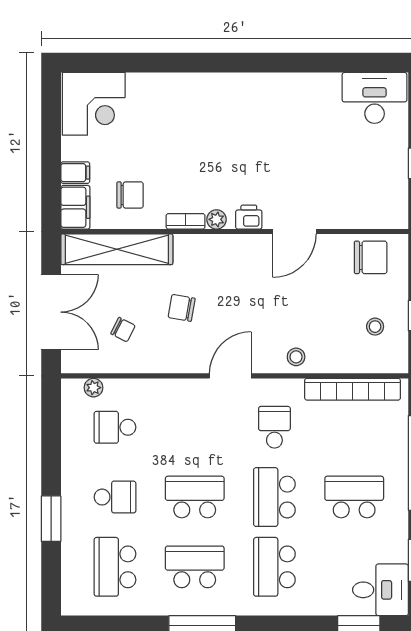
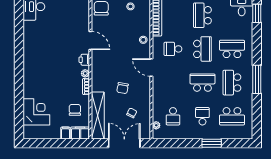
corner desk: (94, 104) -> (36, 112), moved
school desk: (195, 497) -> (202, 83), turned 90
school desk: (274, 497) -> (202, 49), turned -90
school desk: (274, 567) -> (232, 49), turned 180

